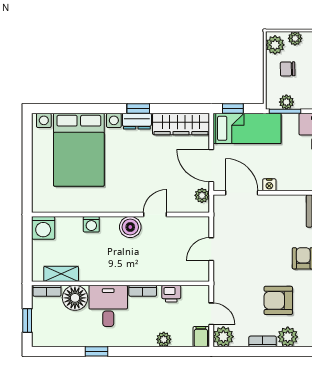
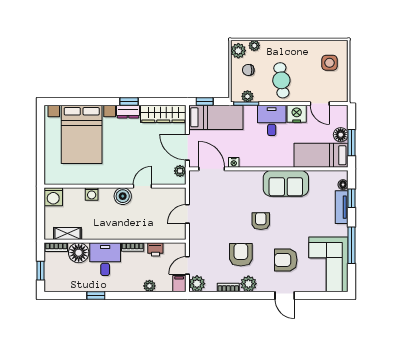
armchair: (278, 300) -> (241, 255), turned 90
door: (211, 314) -> (187, 265), swing flipped

